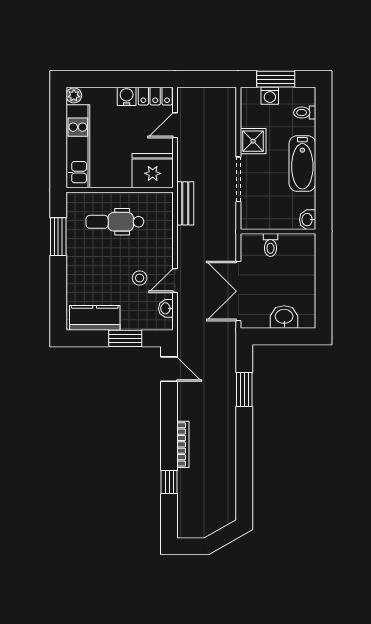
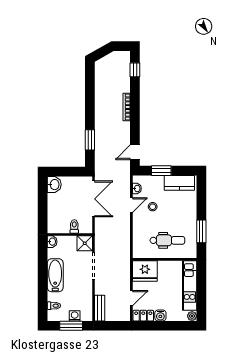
shower: (253, 141) -> (85, 243), moved
bench: (185, 203) -> (100, 308), moved
washbasin: (284, 317) -> (54, 185), moved, turned -90
door: (169, 369) -> (135, 152), hinge flipped
window: (169, 482) -> (135, 70), moved

